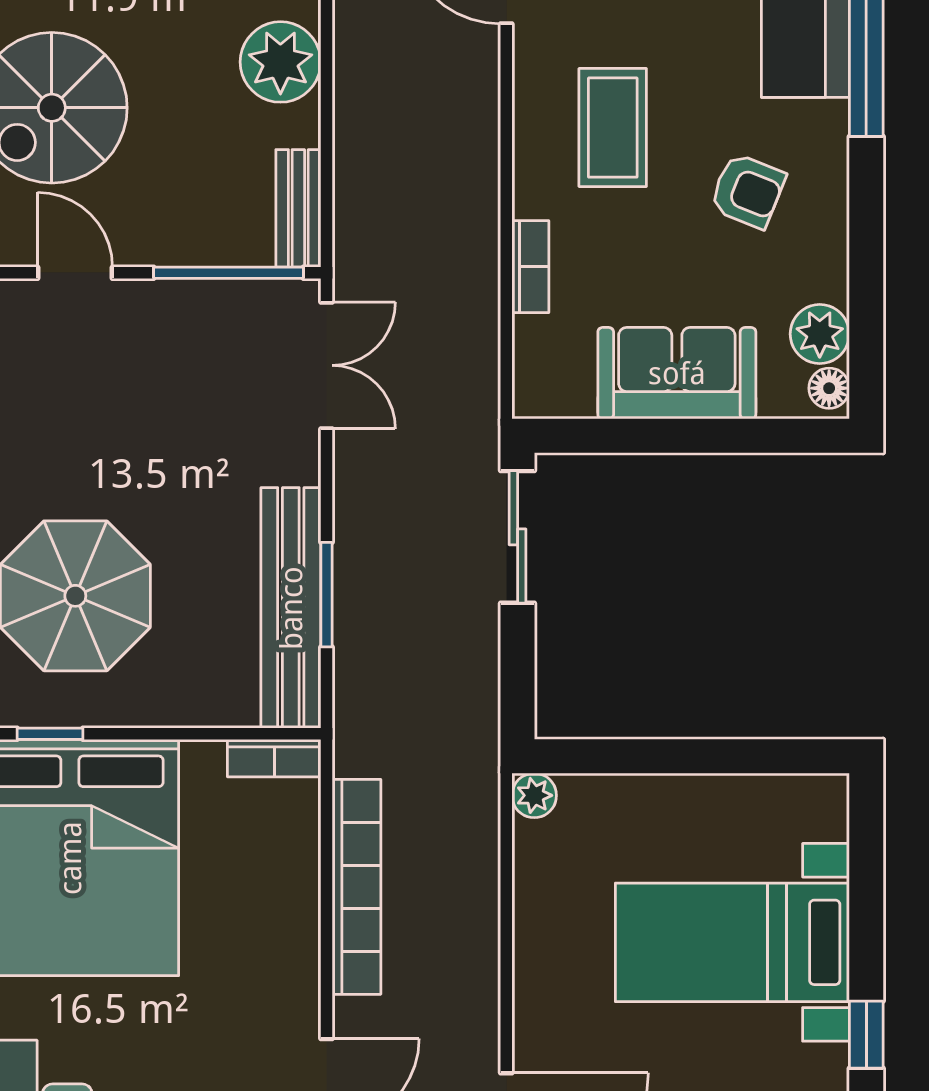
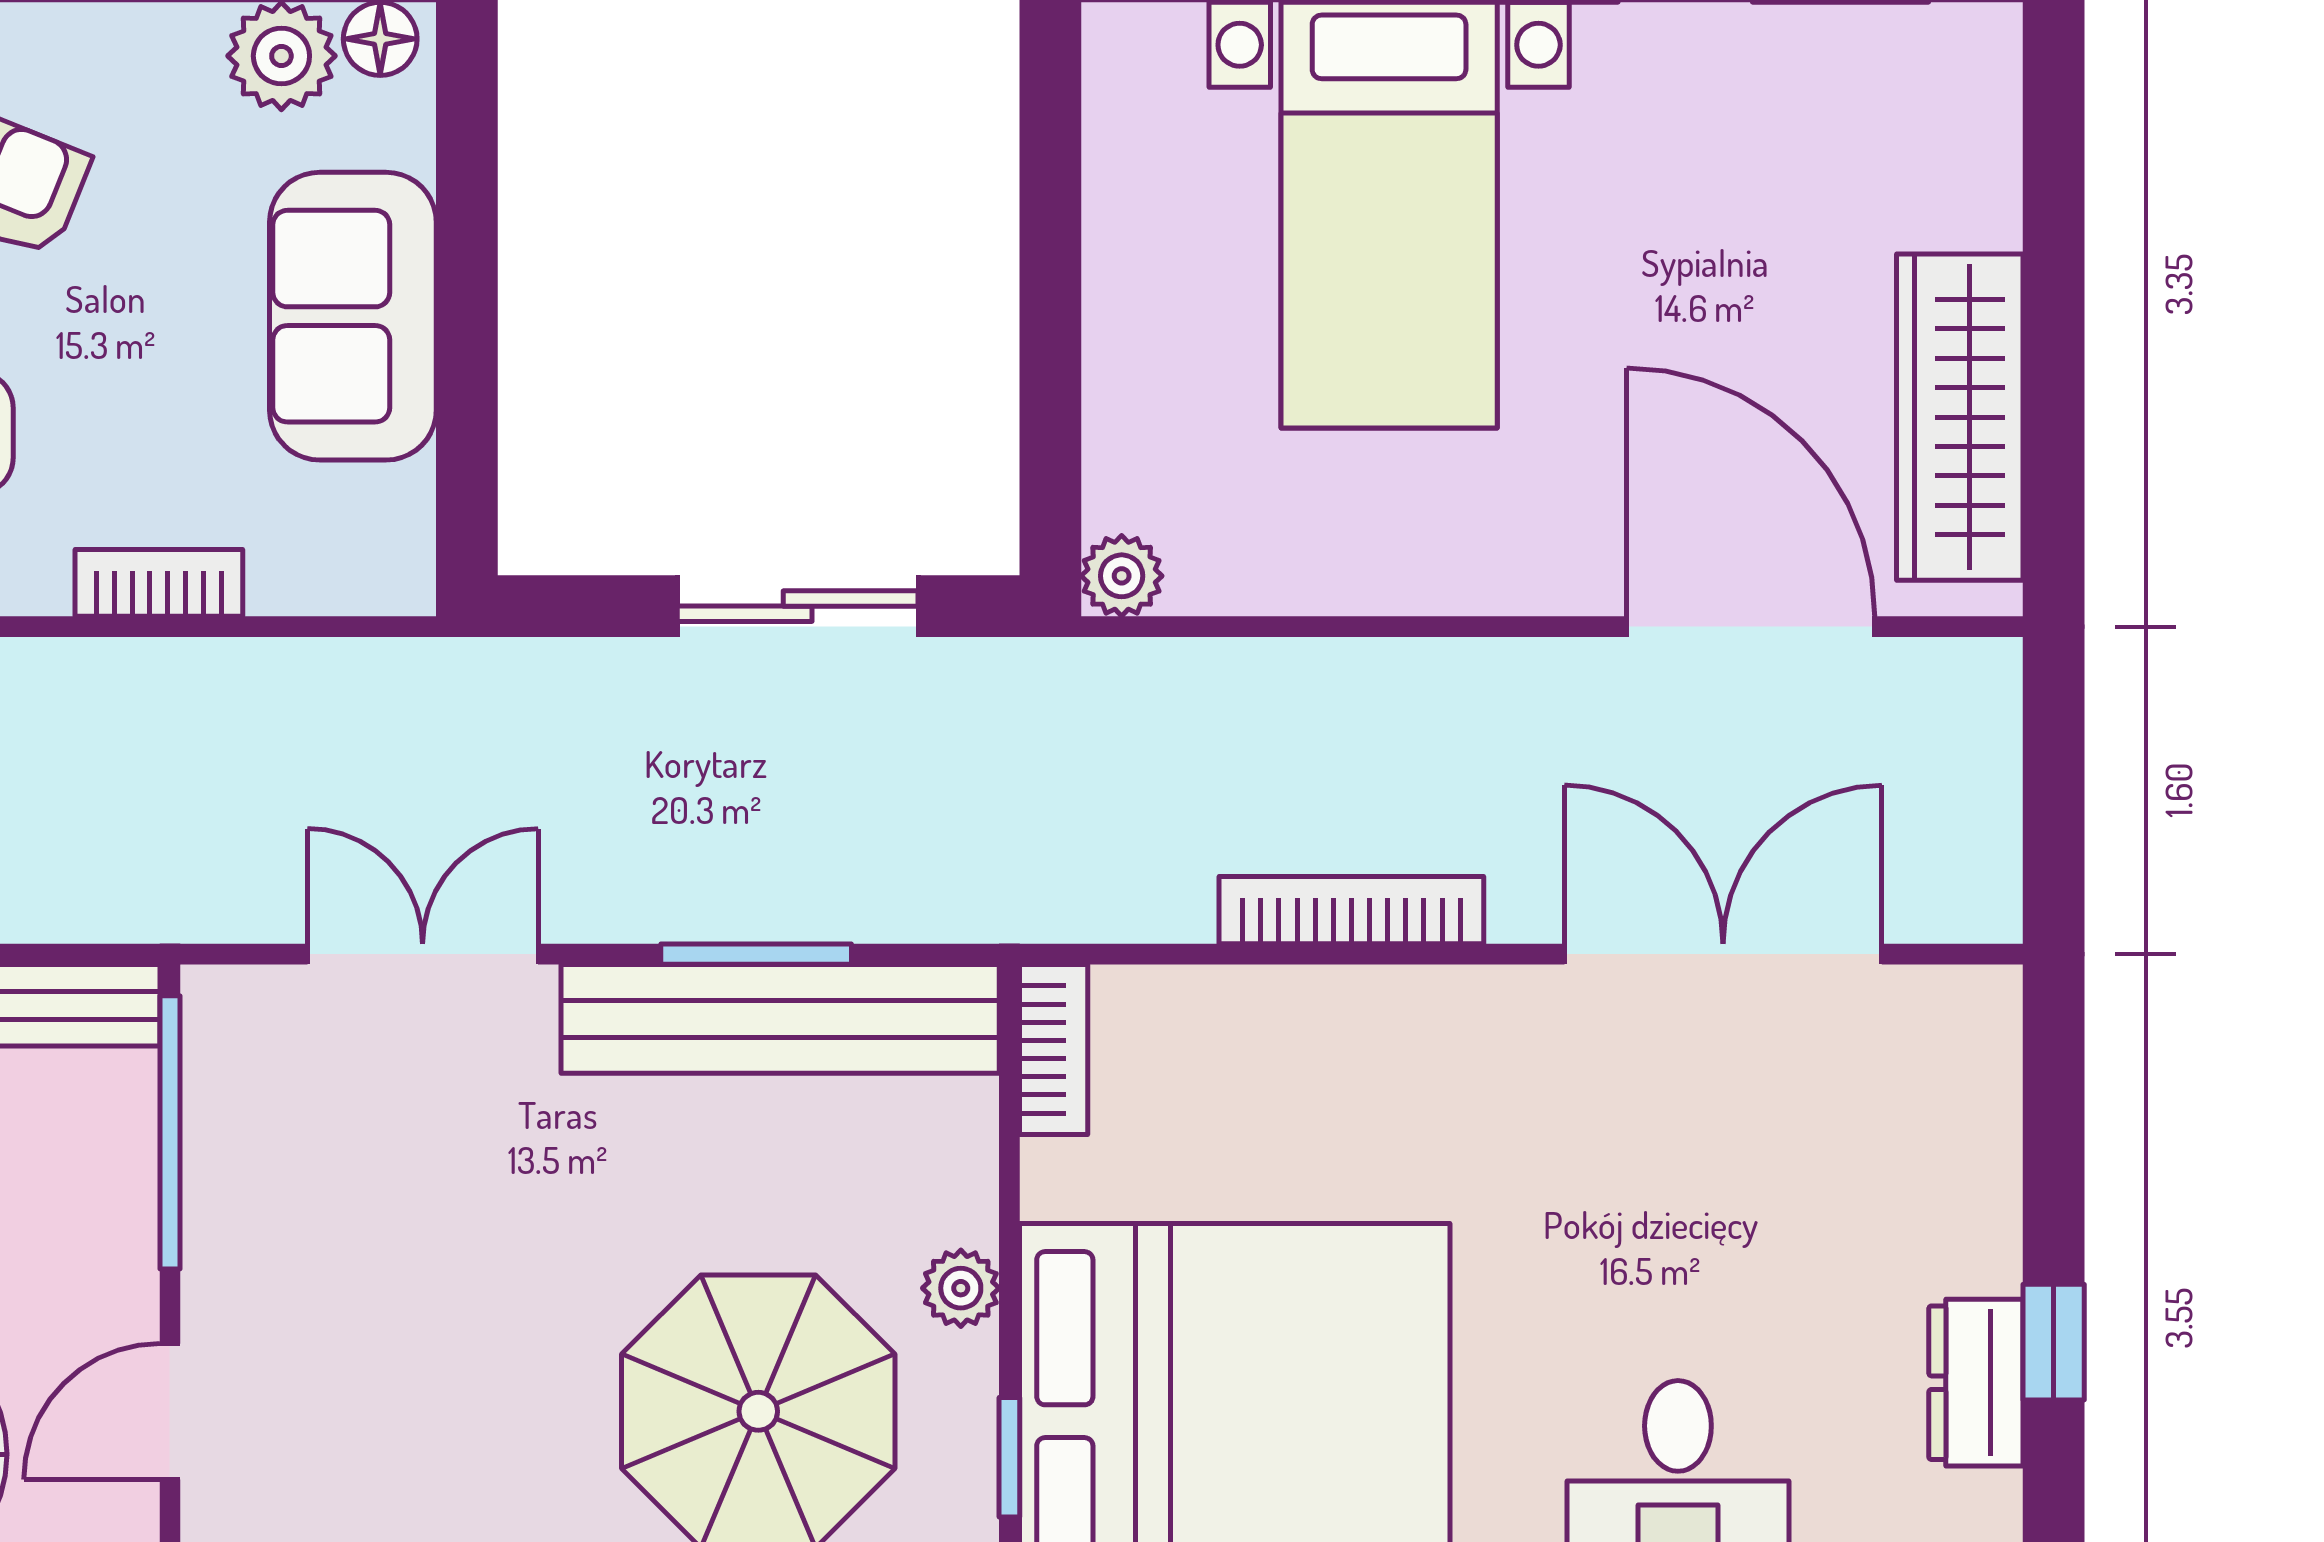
double door: (326, 365) -> (423, 954), moved
sliding door: (518, 537) -> (798, 606), moved
plant: (143, 707) -> (961, 1288), added
bookcase: (356, 887) -> (1351, 910), width x0.68, depth x0.76

